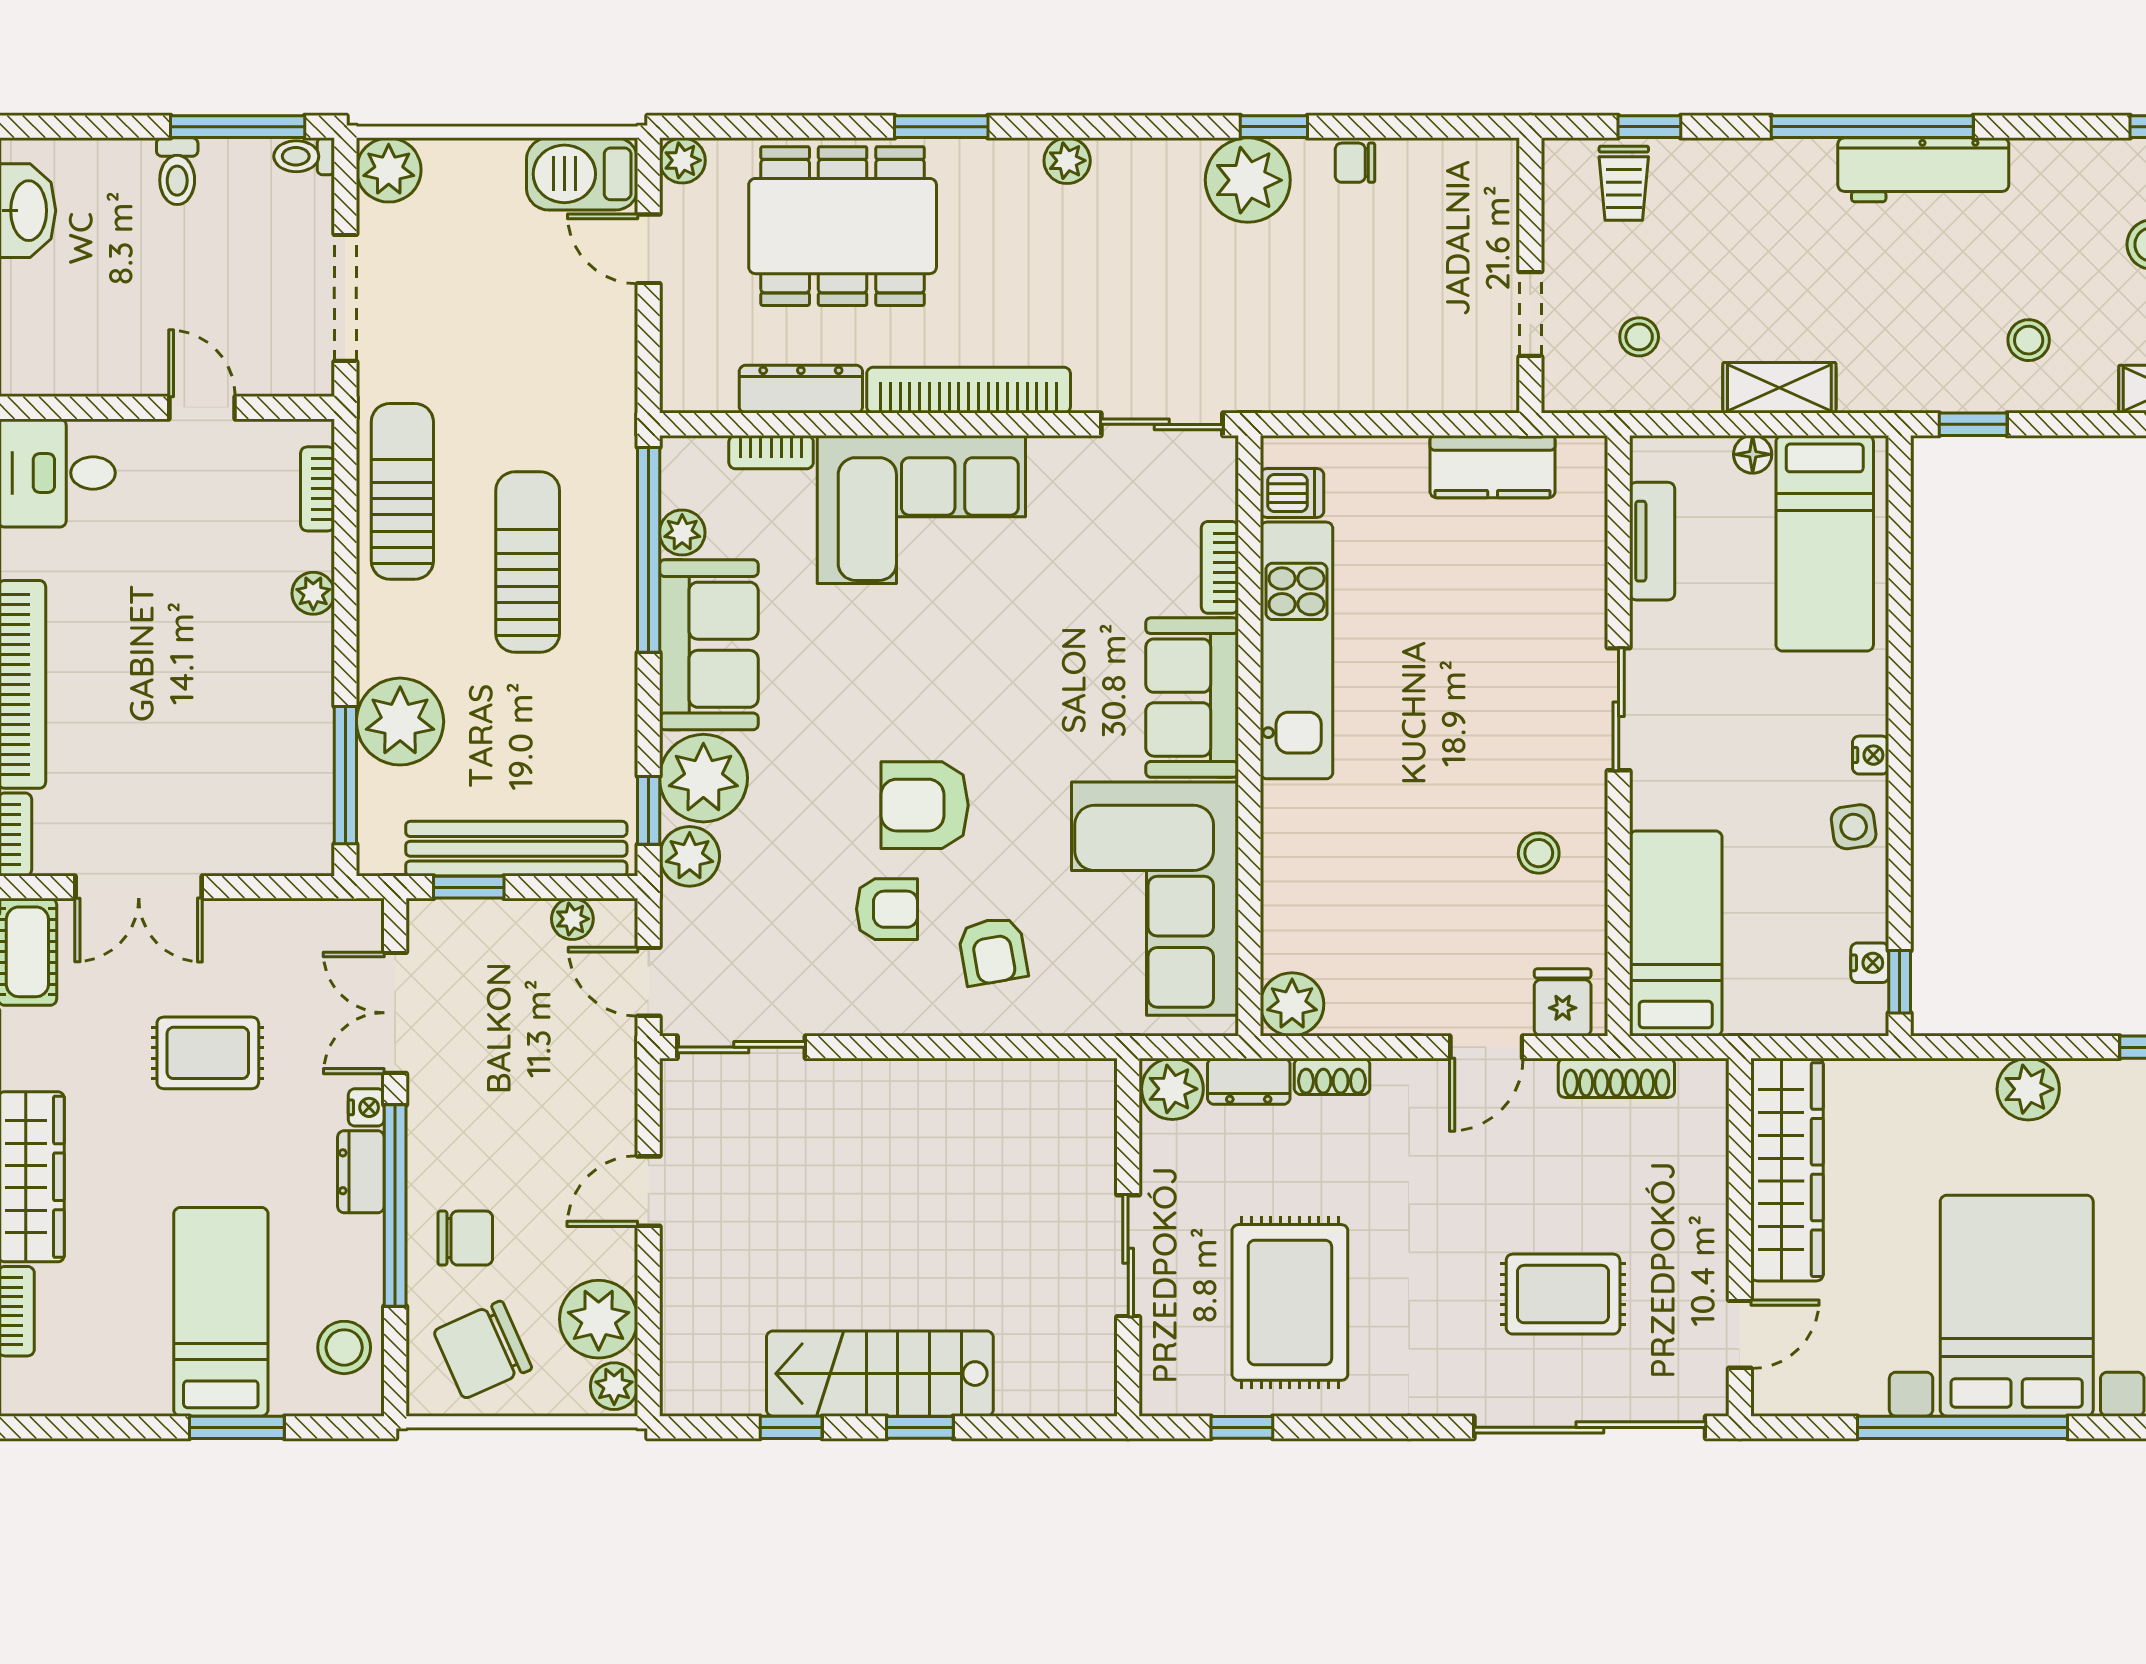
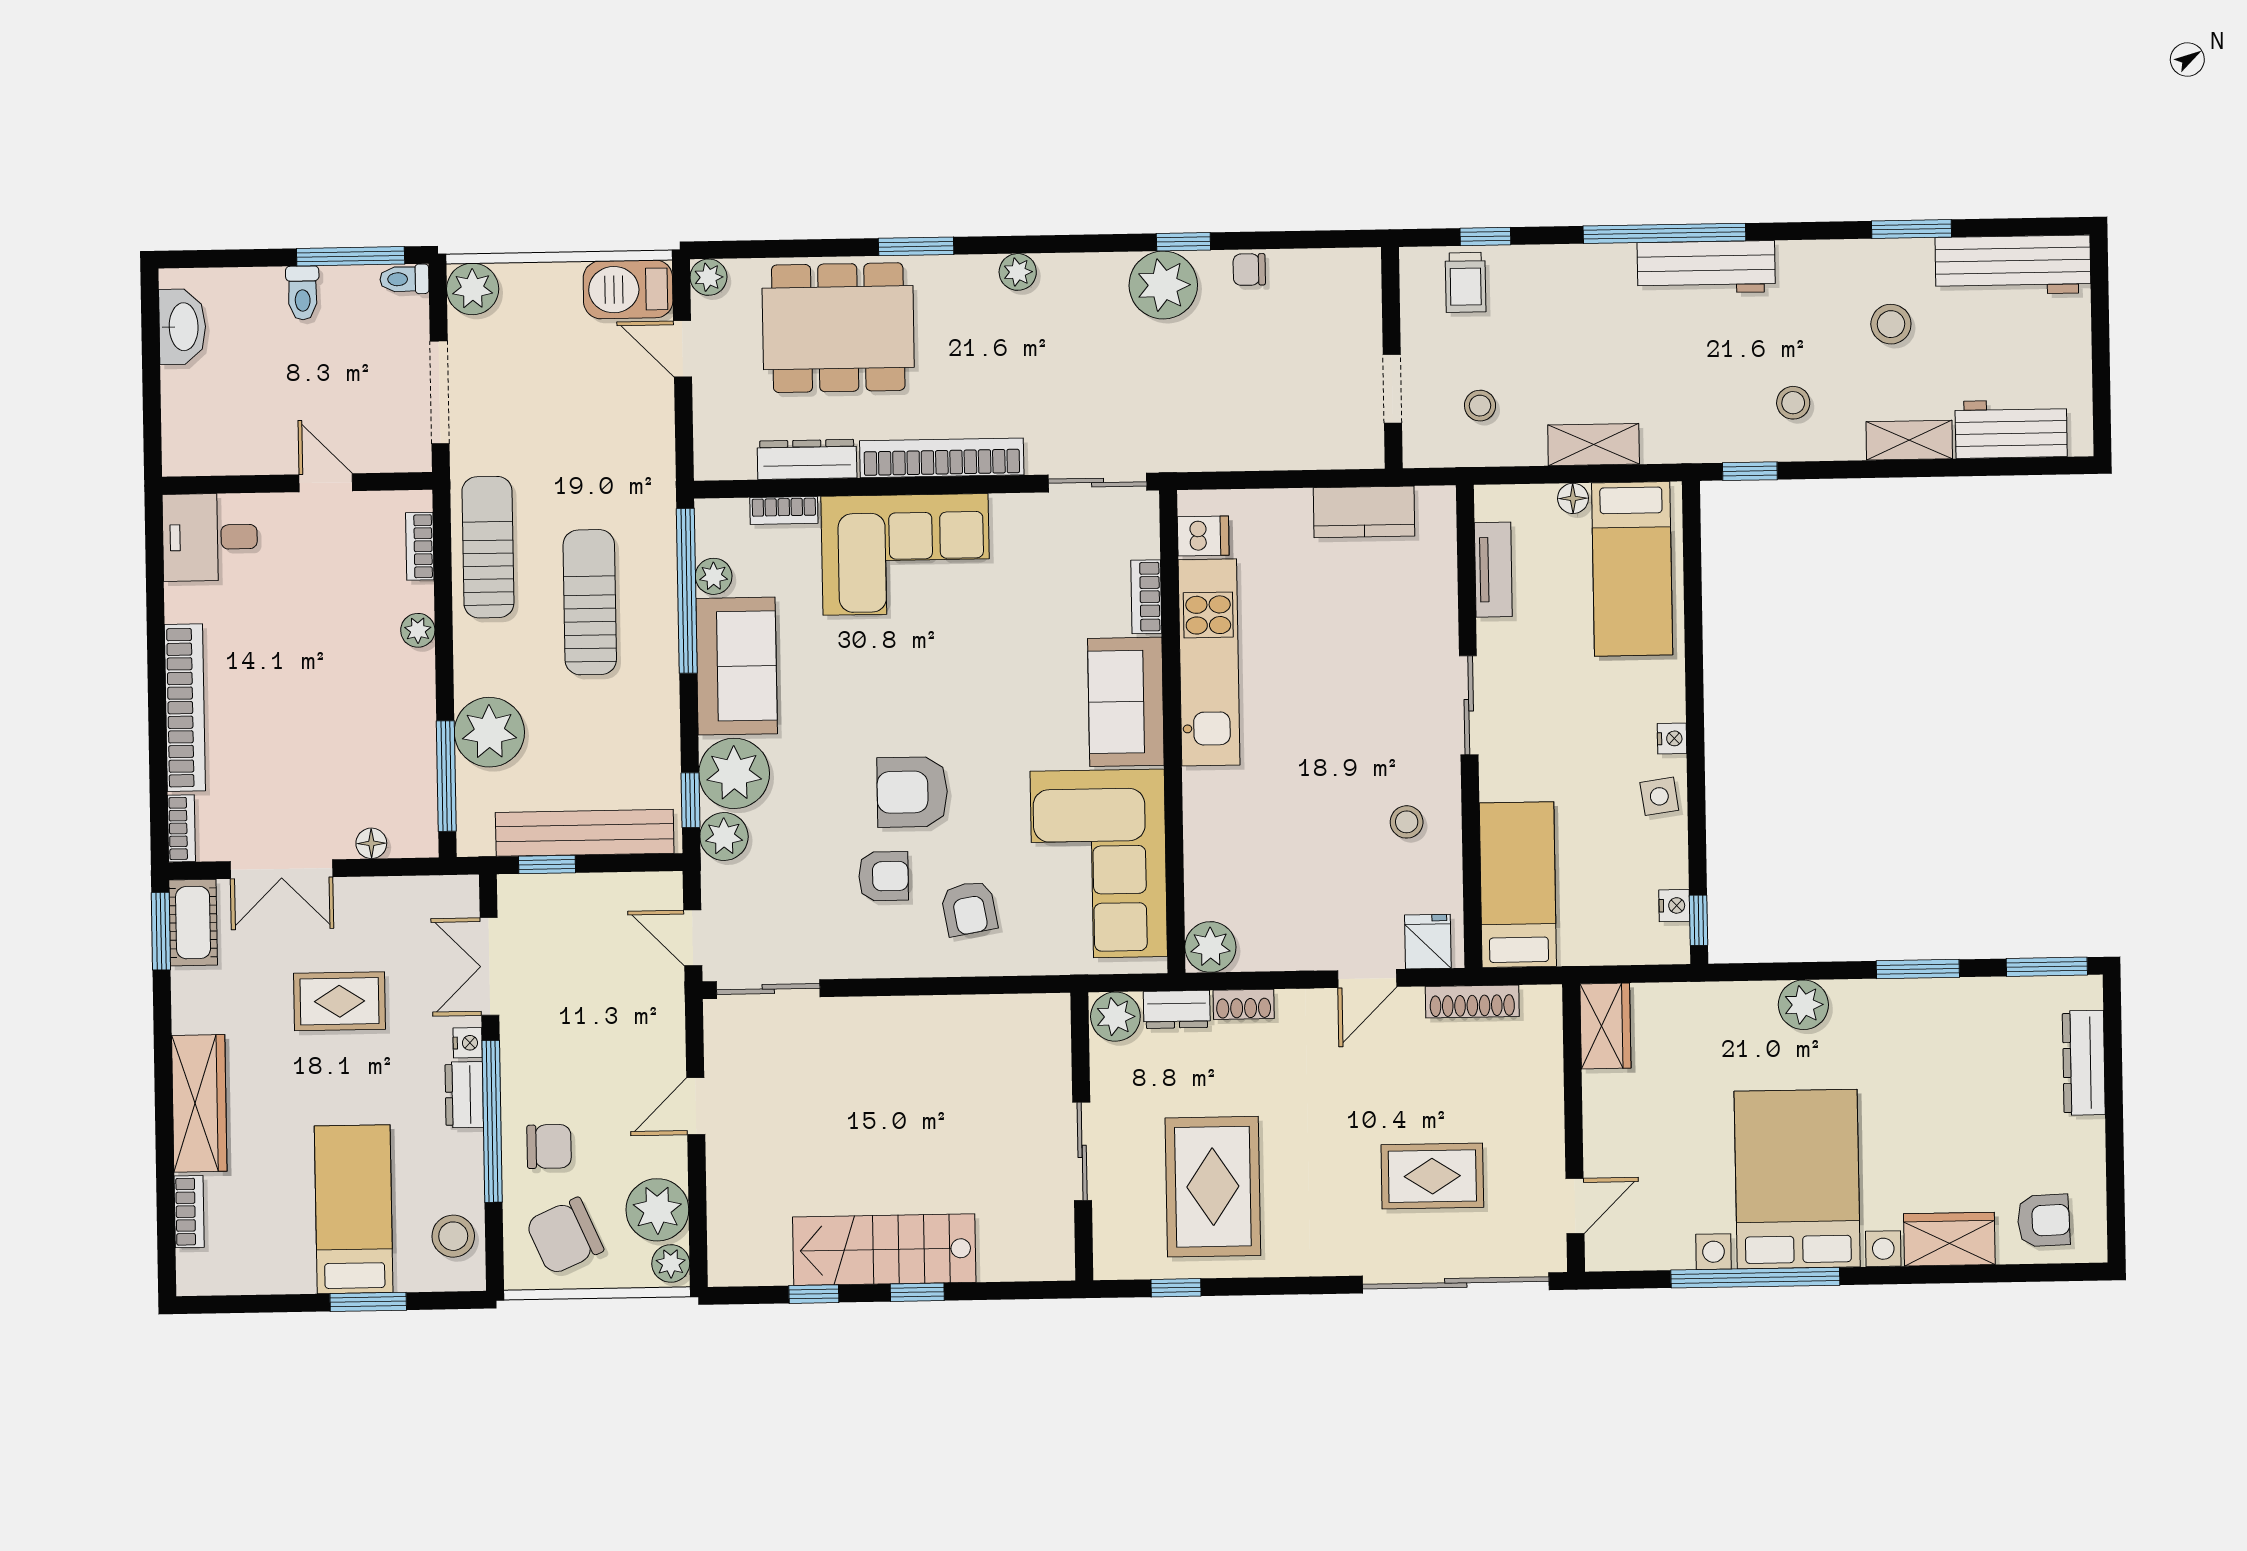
floor lamp: (251, 857) -> (371, 843), added
plant: (572, 919) -> (631, 888), removed
wardrobe: (1787, 1170) -> (1605, 1026), width x0.48, depth x0.85

